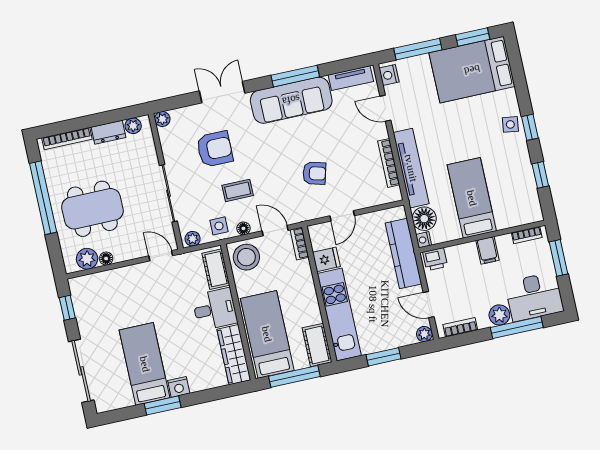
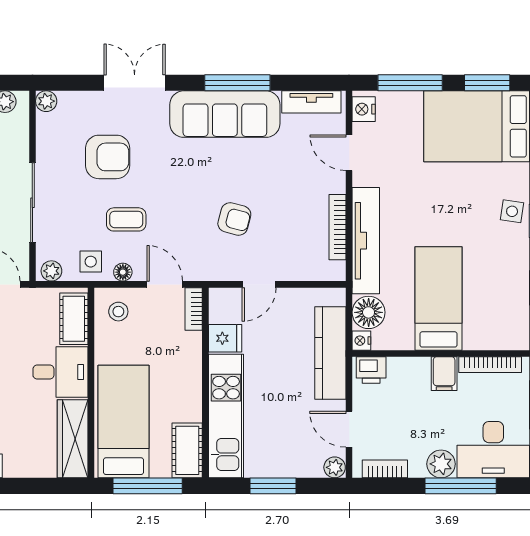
bookcase: (527, 235) -> (490, 365), width x1.56
stool: (246, 257) -> (118, 312), width x0.53, depth x0.53

